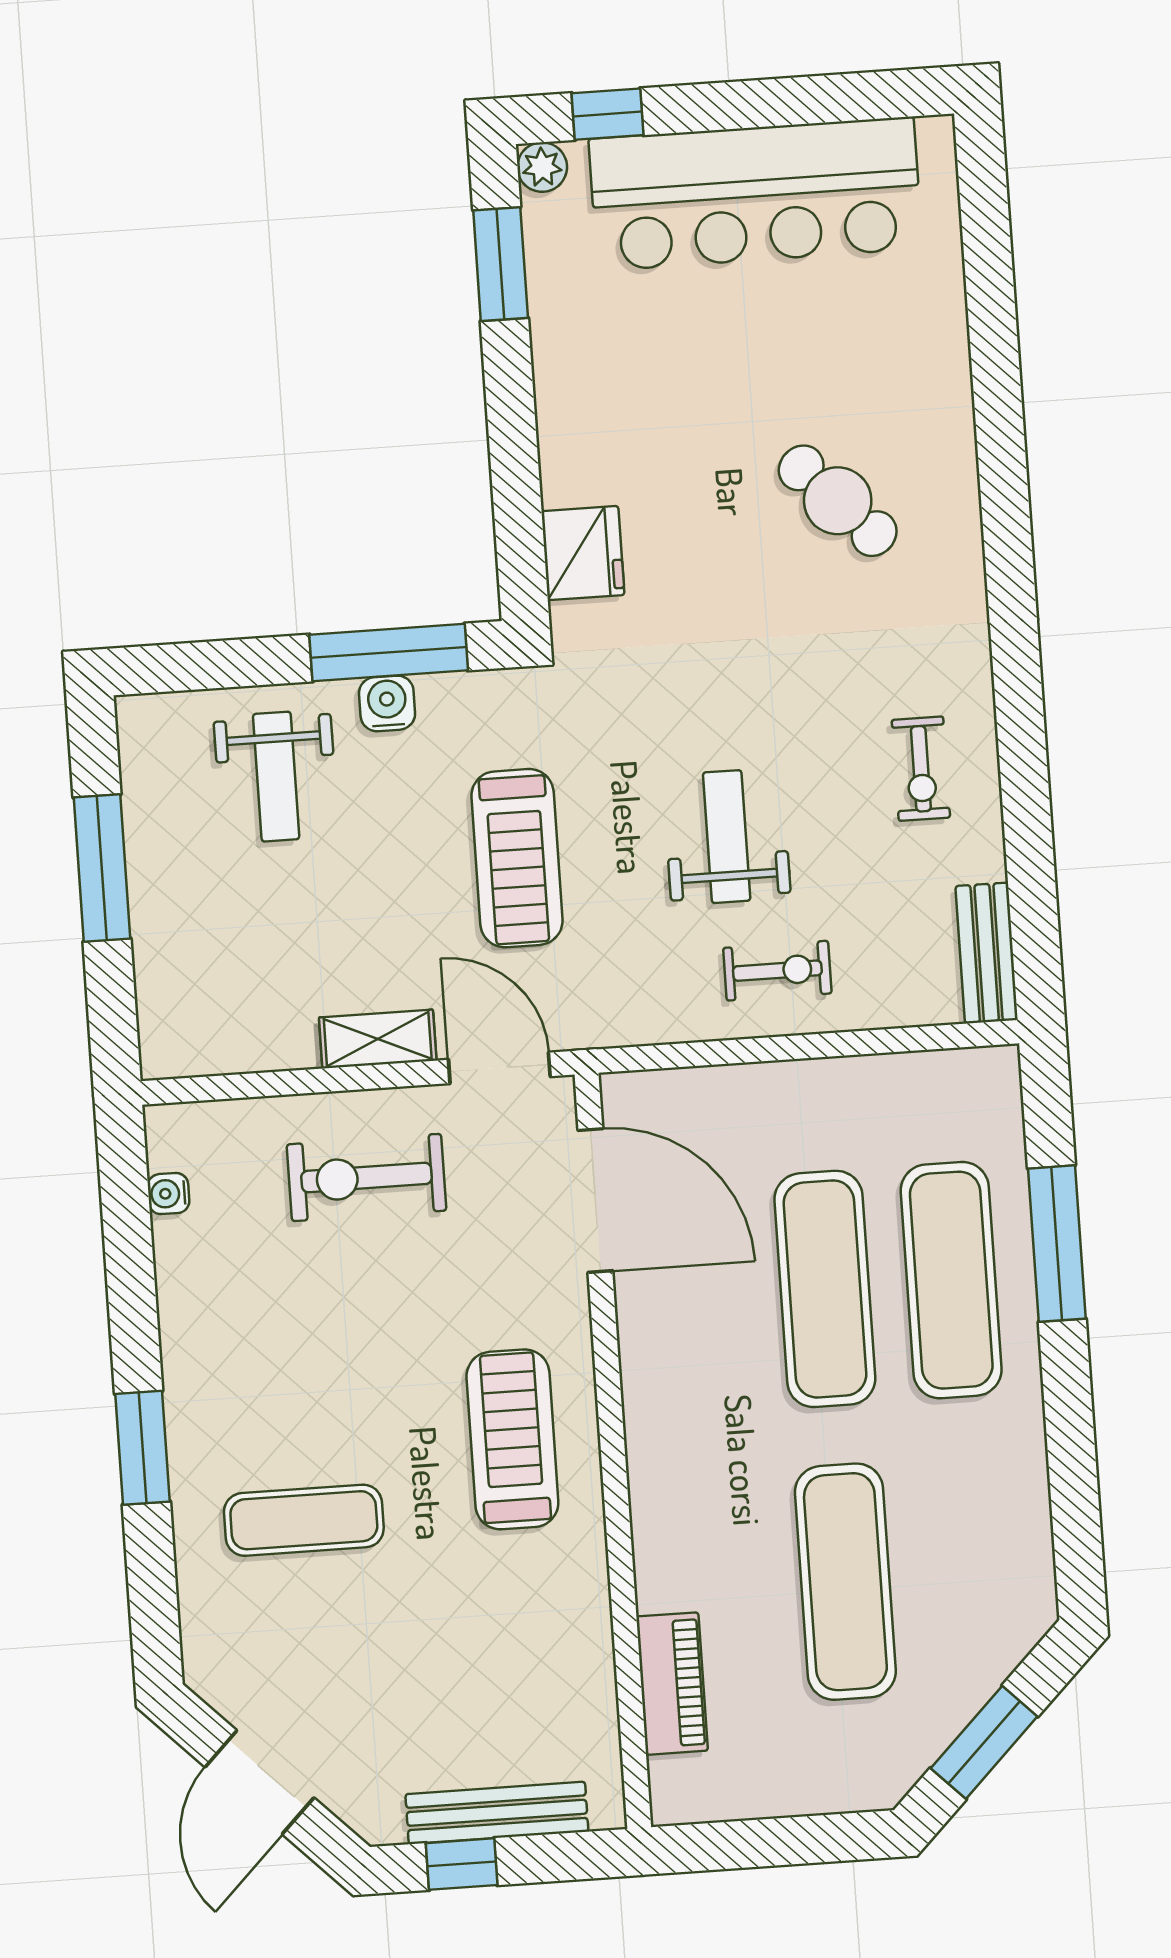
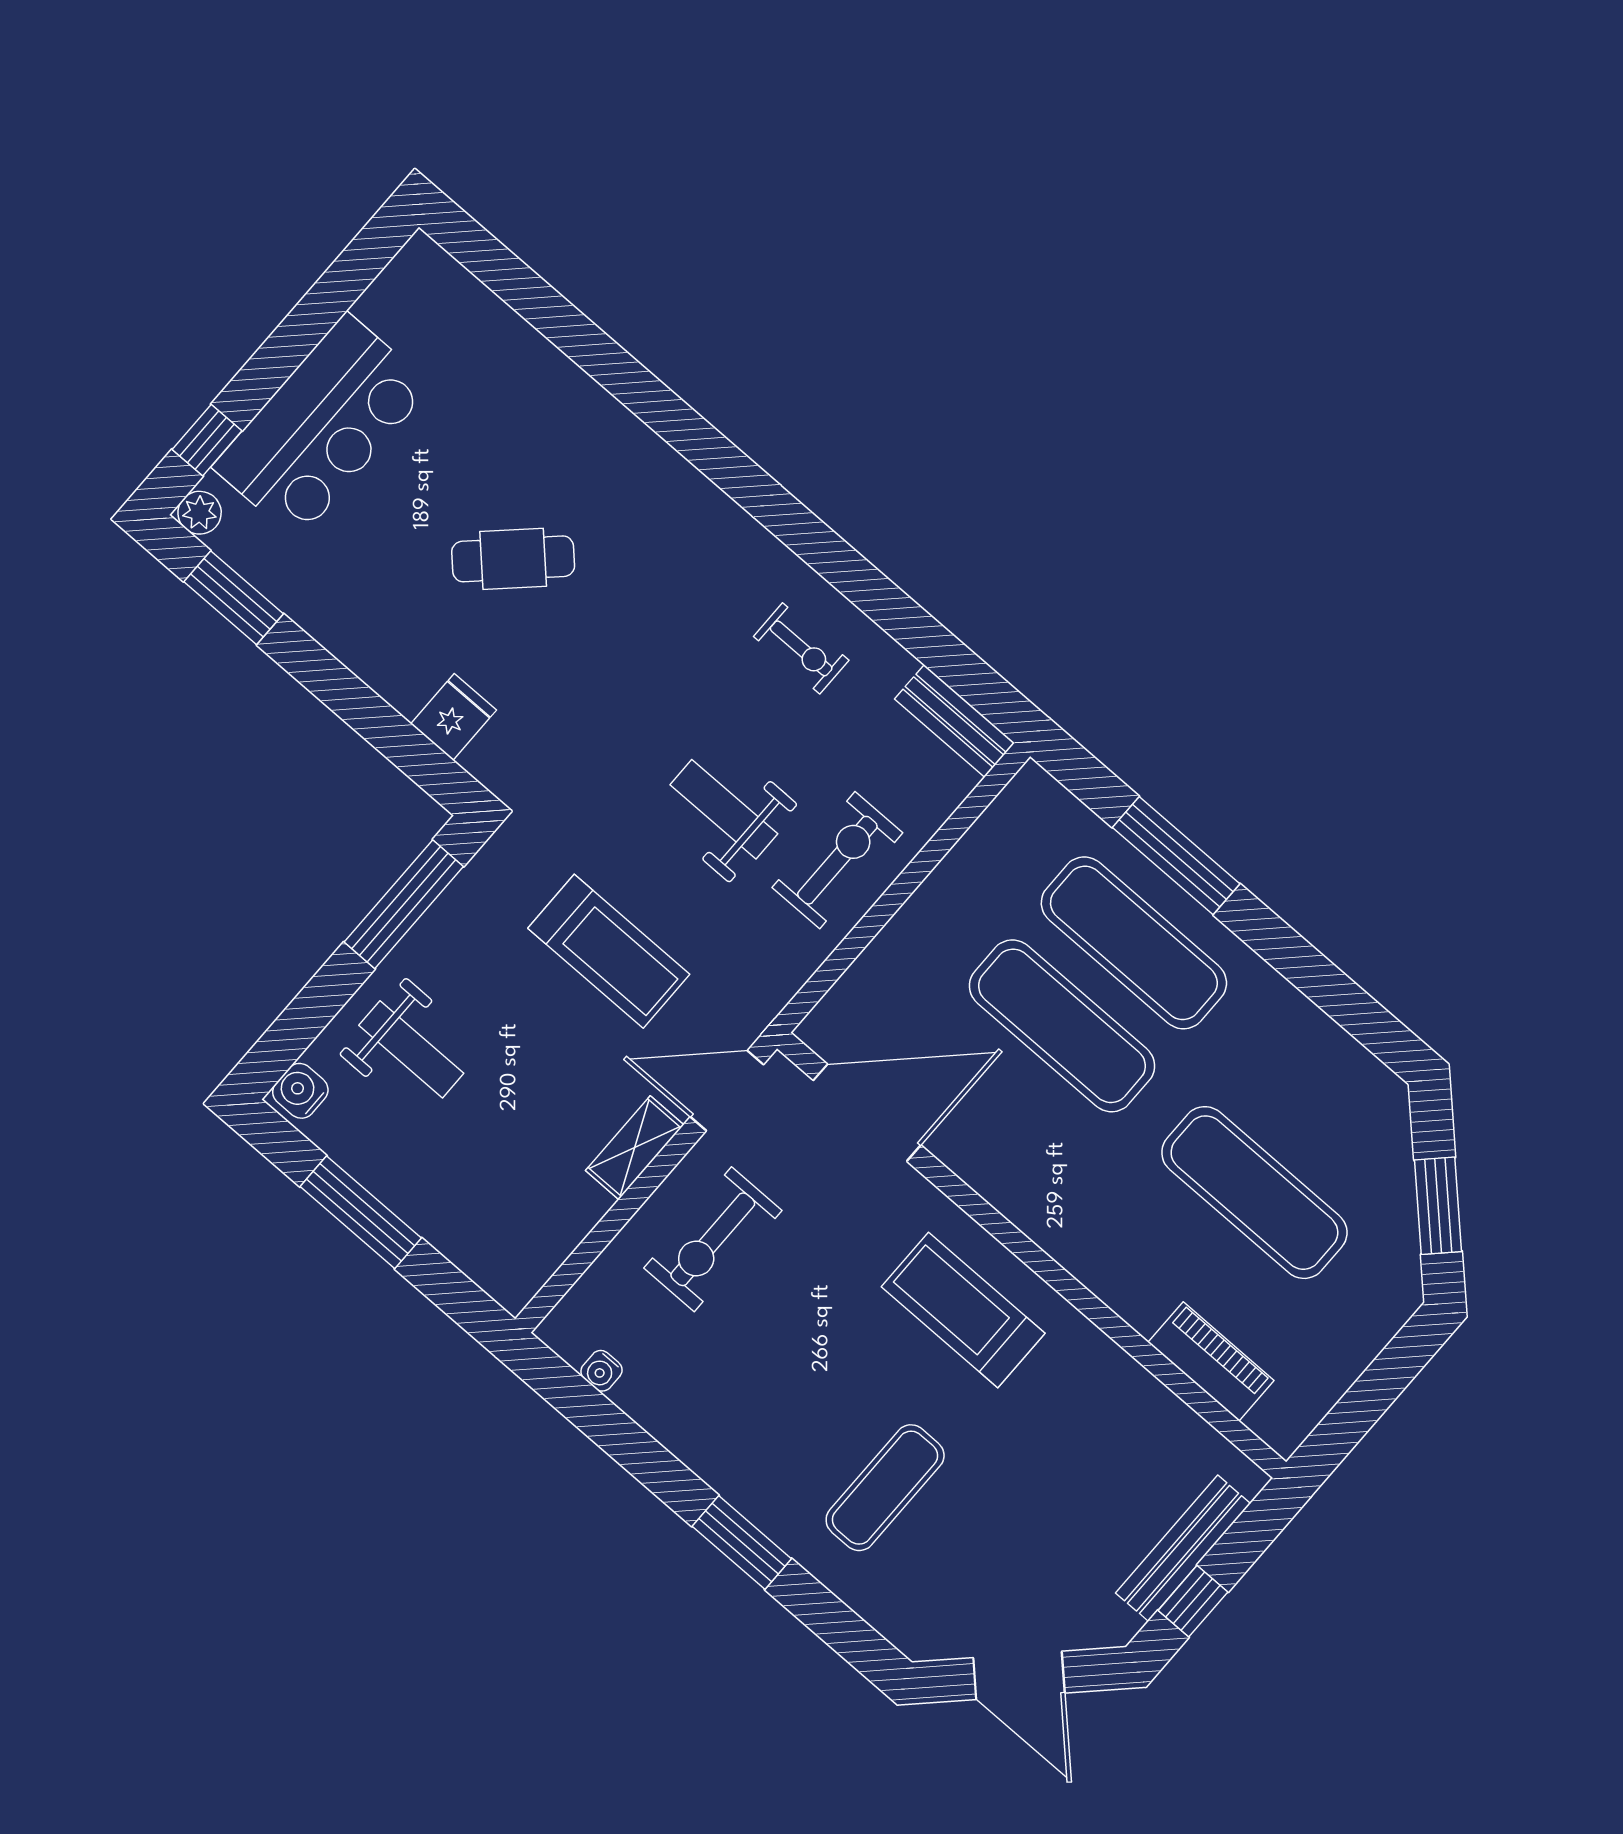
bar counter: (756, 194) -> (322, 426), width x0.73
cafe table: (838, 501) -> (513, 559), moved
fridge: (583, 553) -> (454, 717), width x0.72
water cooler: (387, 703) -> (300, 1091), moved
exercise bike: (777, 971) -> (837, 860), width x1.38, depth x1.39

